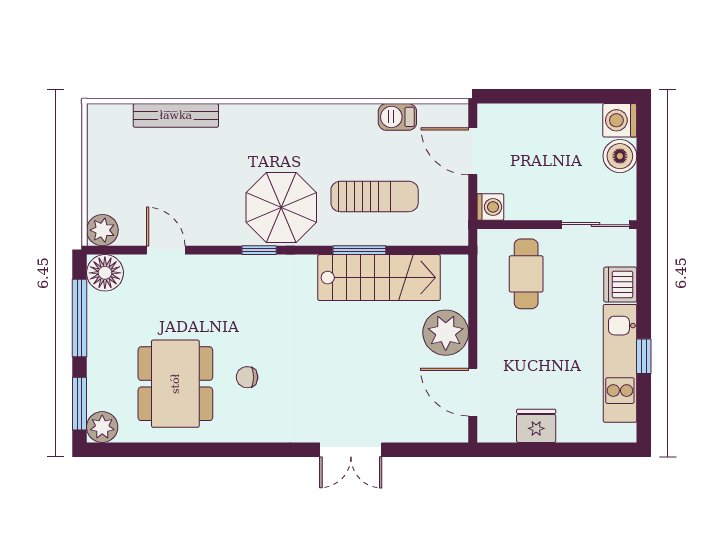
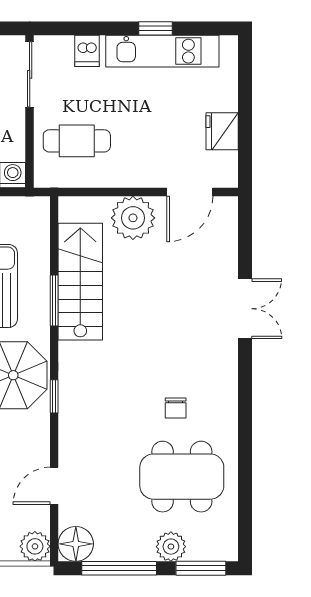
dishwasher: (620, 285) -> (87, 51), width x0.73
plant: (102, 427) -> (171, 547), moved

